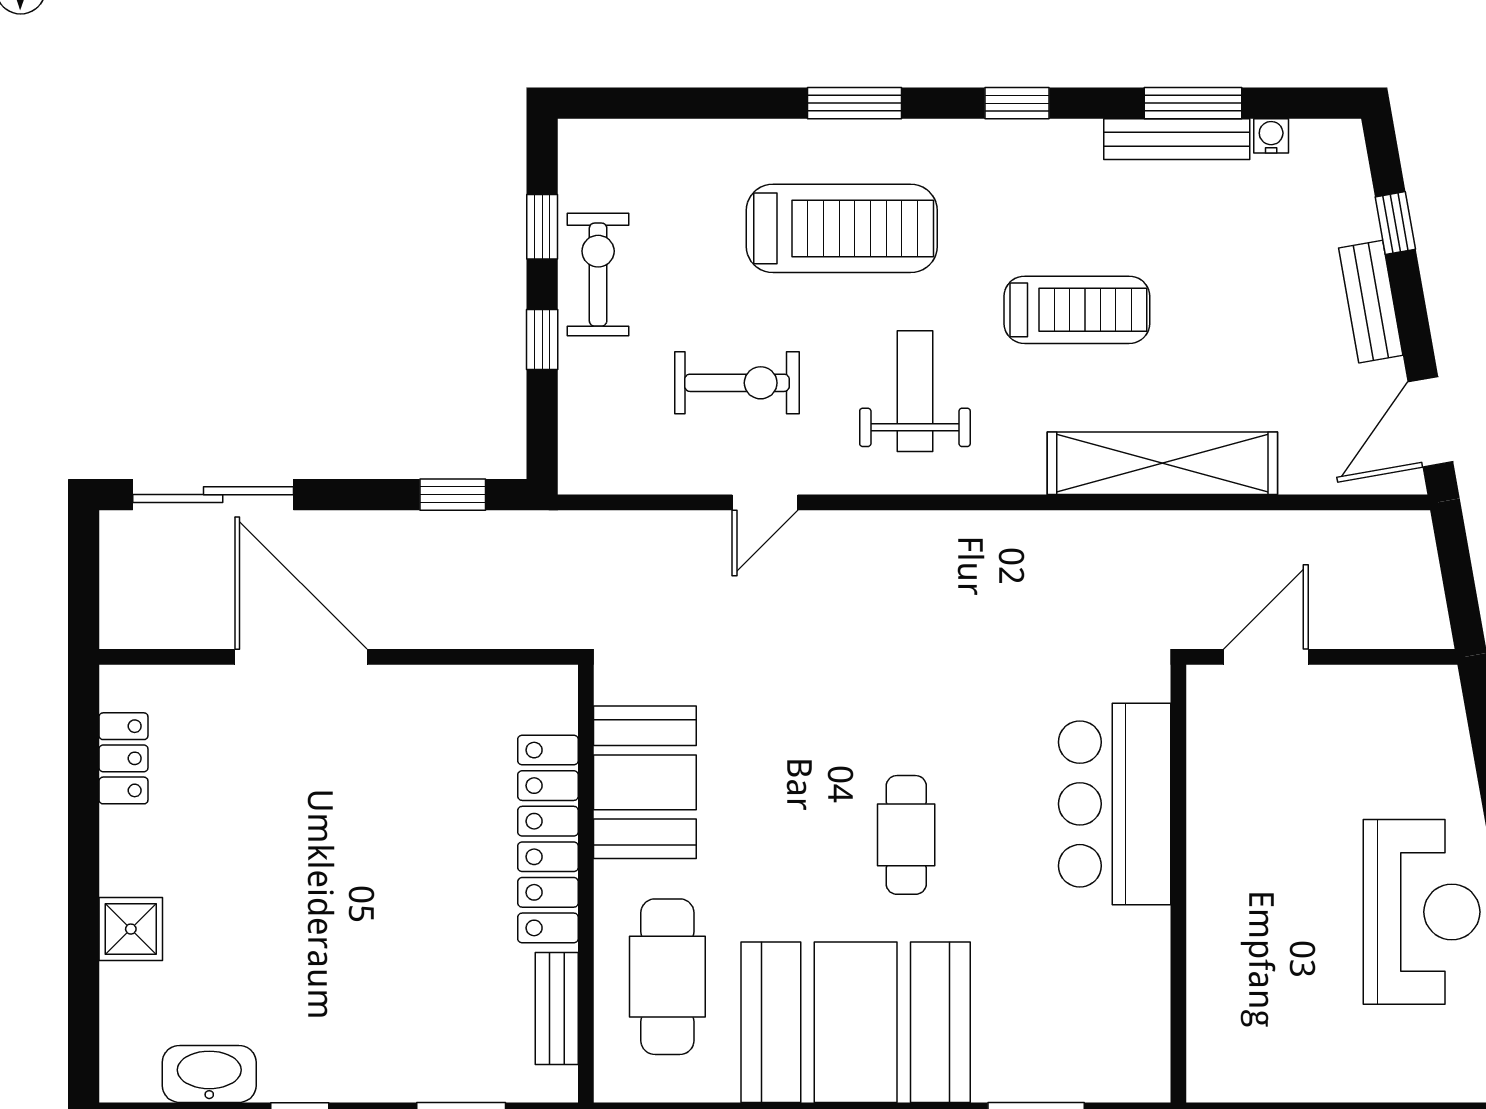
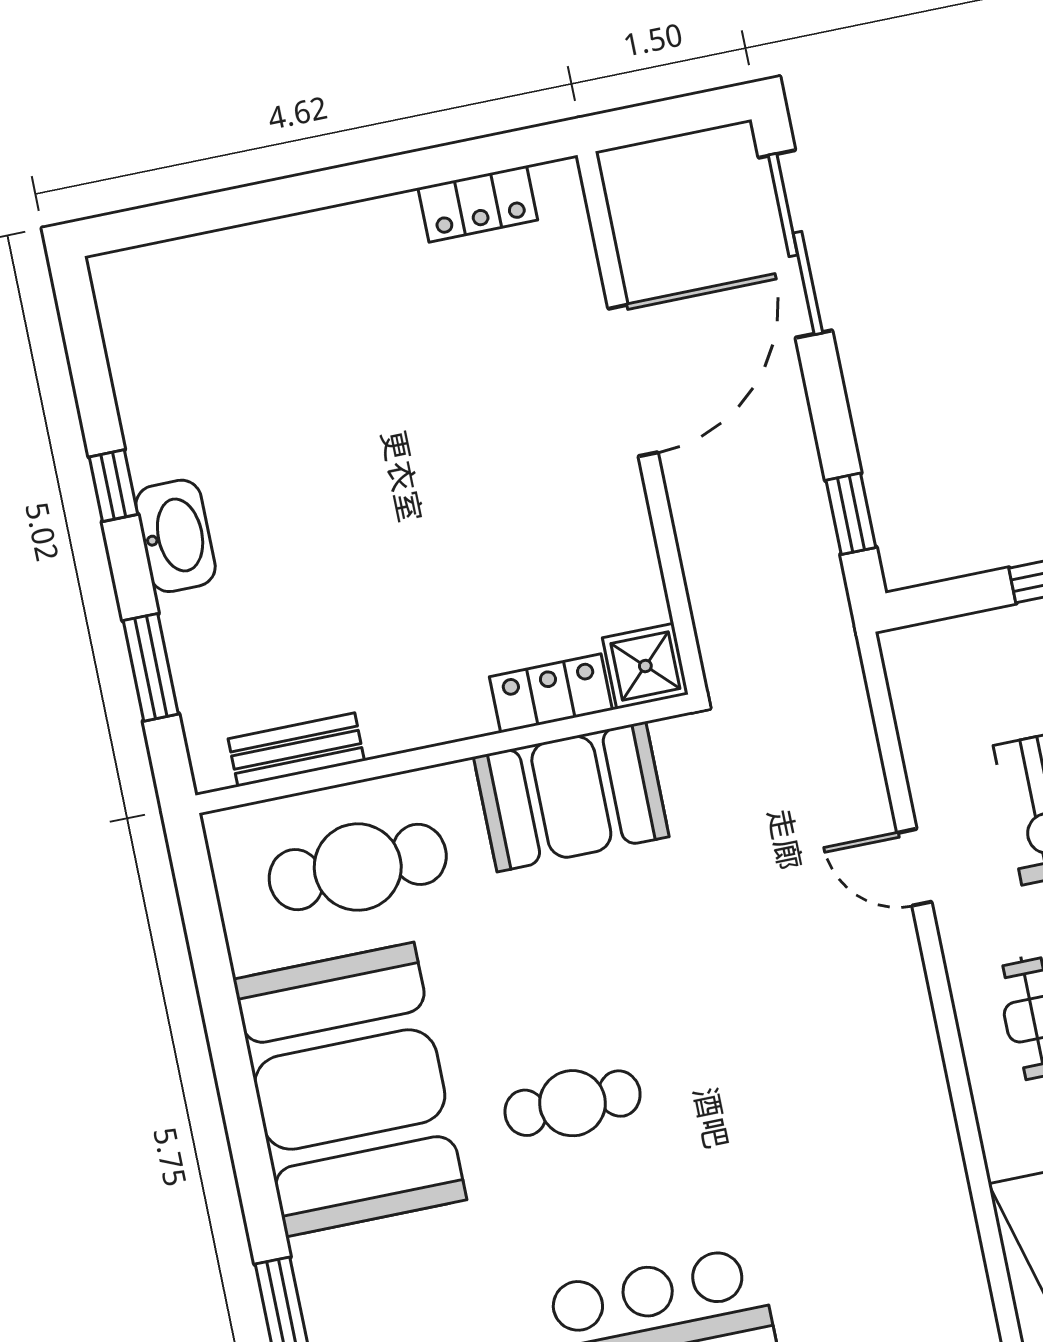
locker: (548, 839) -> (551, 693), width x0.46, depth x0.83
shower: (131, 929) -> (645, 666), moved
washbasin: (209, 1074) -> (176, 536), moved

